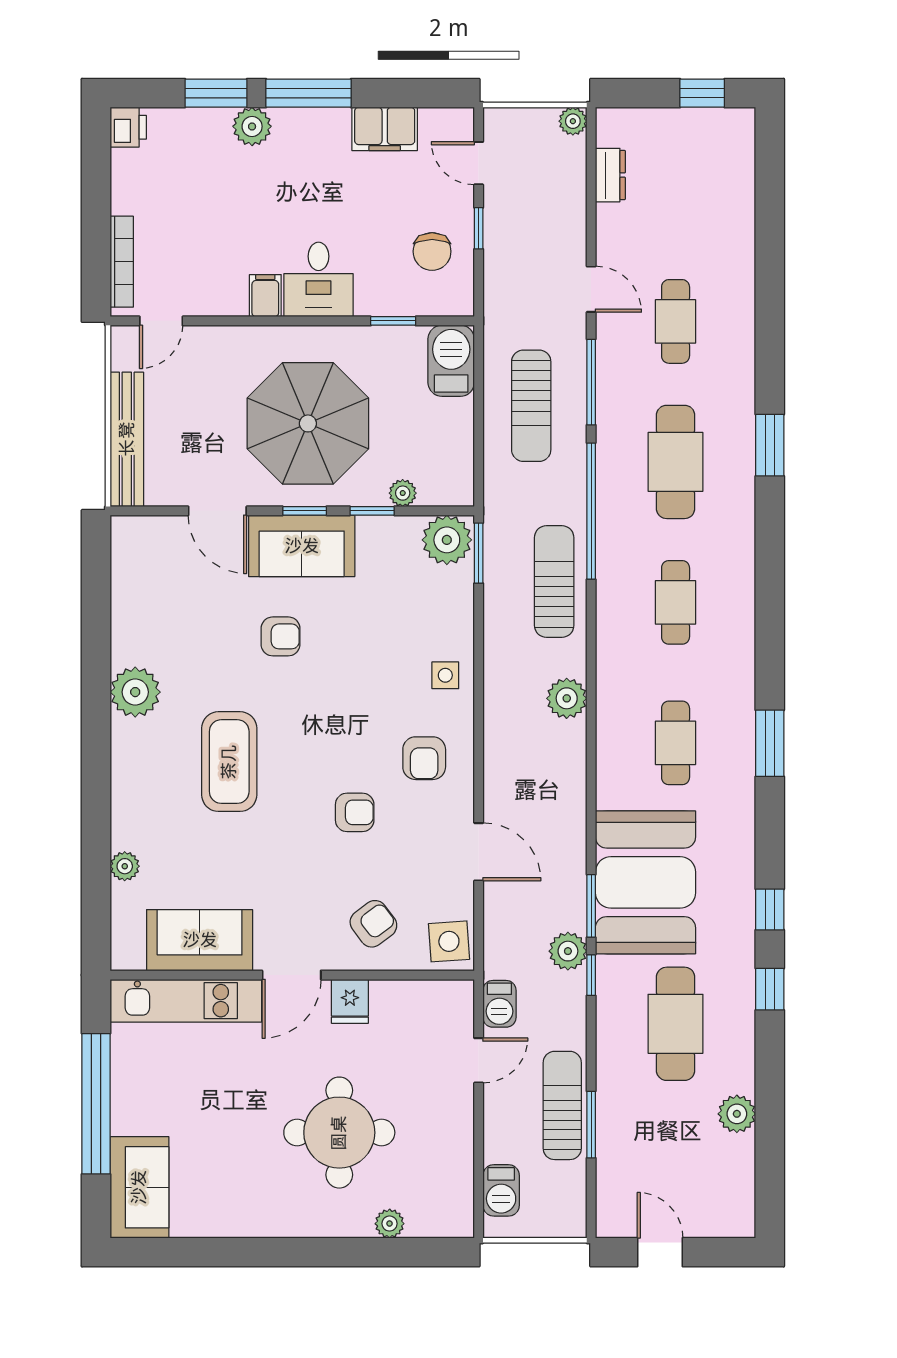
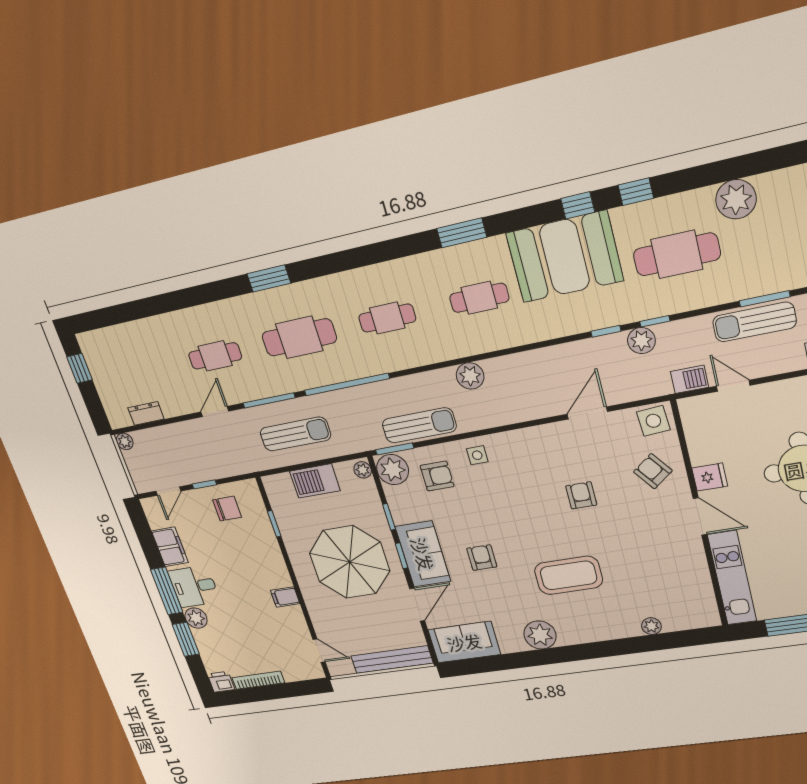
bookcase: (122, 262) -> (258, 680), moved
desk: (318, 279) -> (194, 587), moved, turned 180
barbecue: (451, 361) -> (315, 481), moved
plant: (403, 493) -> (363, 470), moved
sun lounger: (554, 582) -> (419, 425), moved, turned 180
armchair: (424, 758) -> (437, 476), moved
booth: (645, 882) -> (565, 257), moved
window: (591, 906) -> (606, 331), width x0.67
sofa: (200, 940) -> (464, 642), moved, turned 90
plant: (737, 1114) -> (736, 199), width x1.36, depth x1.36

